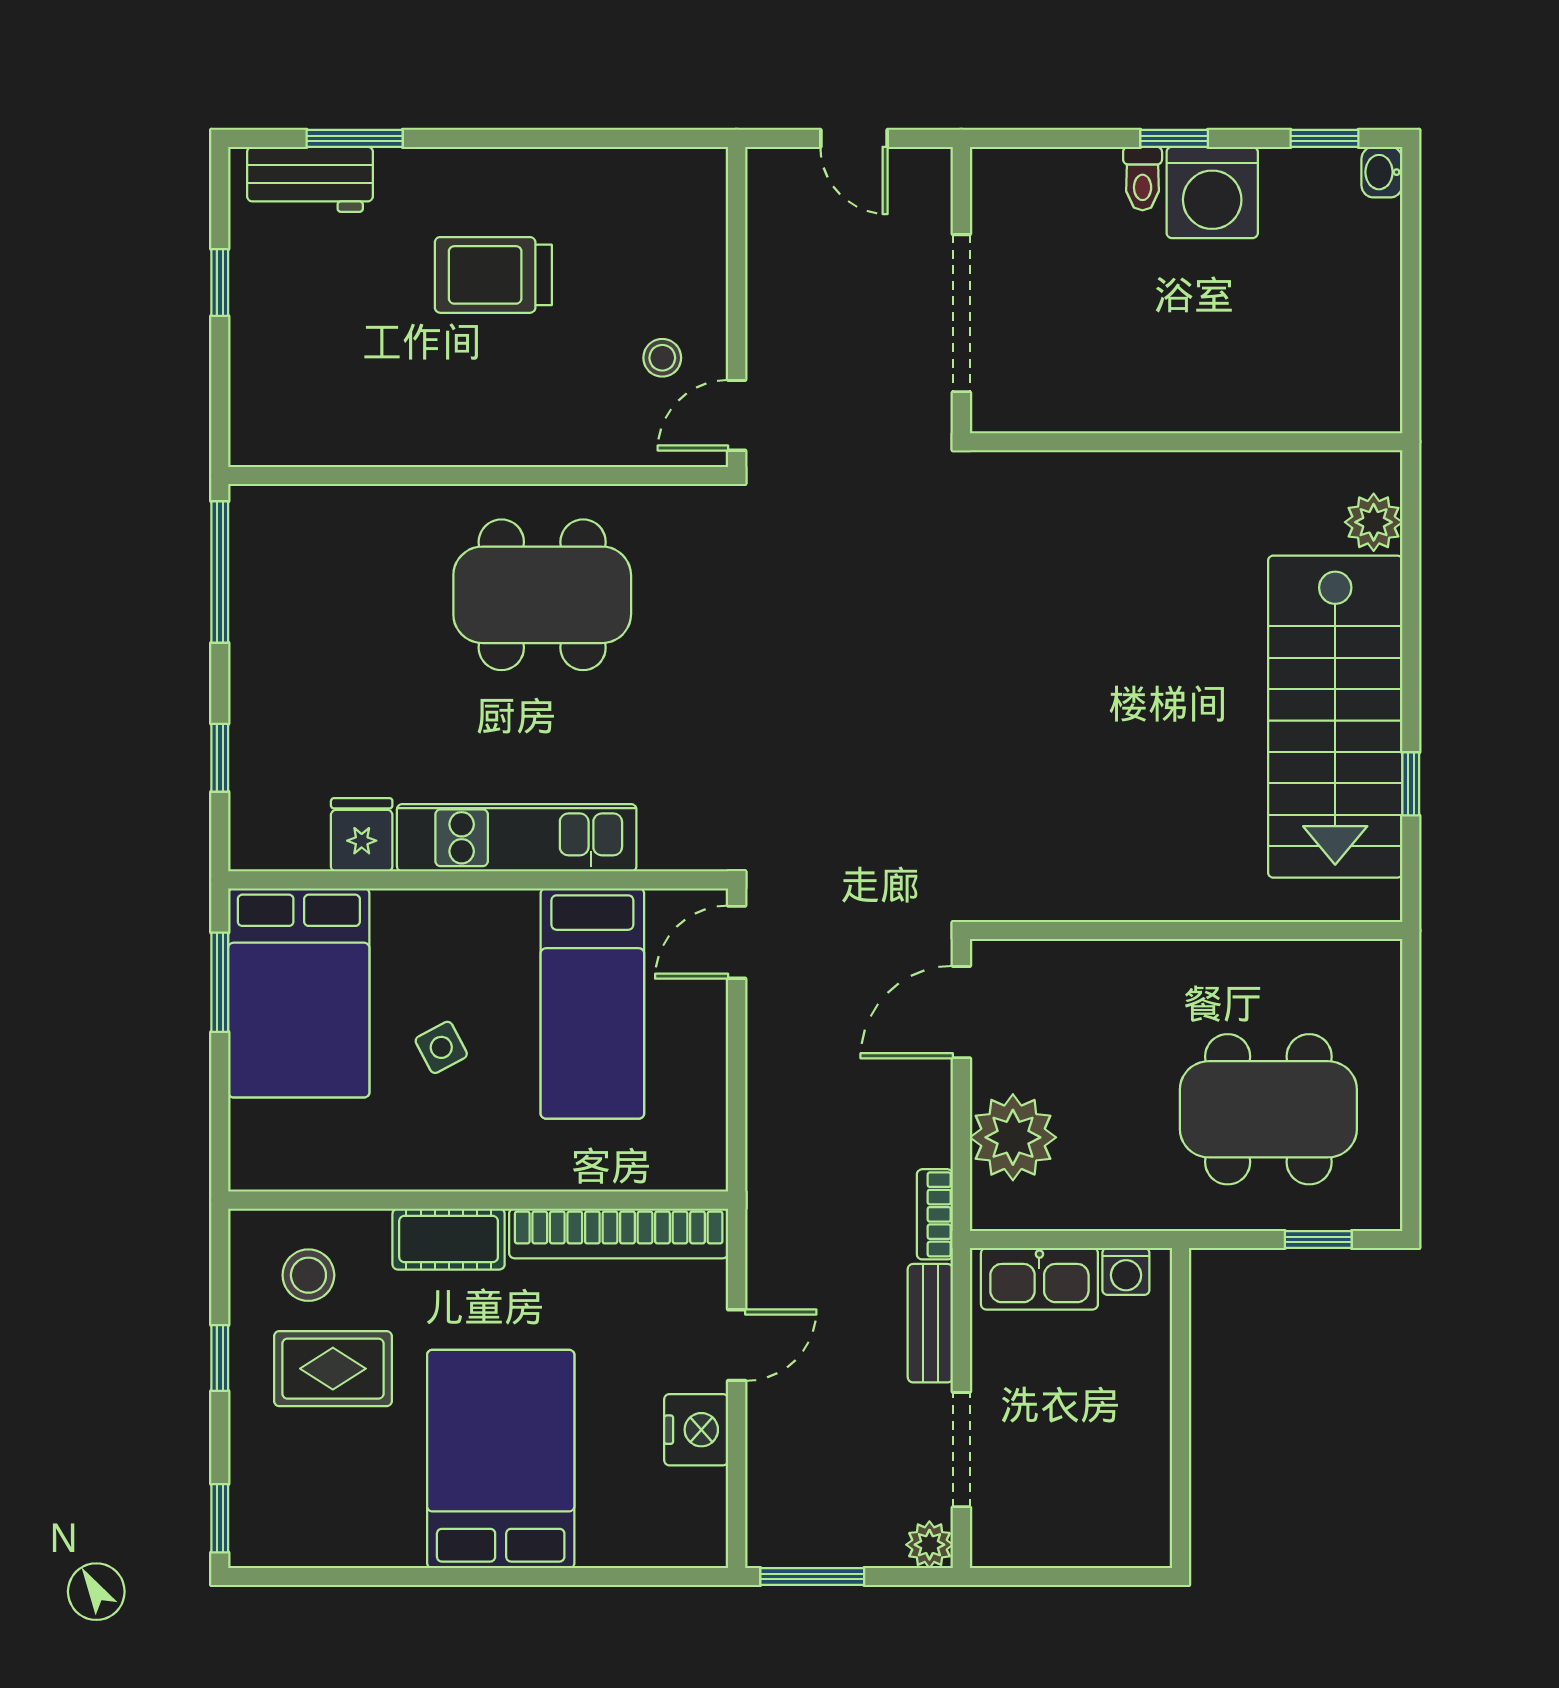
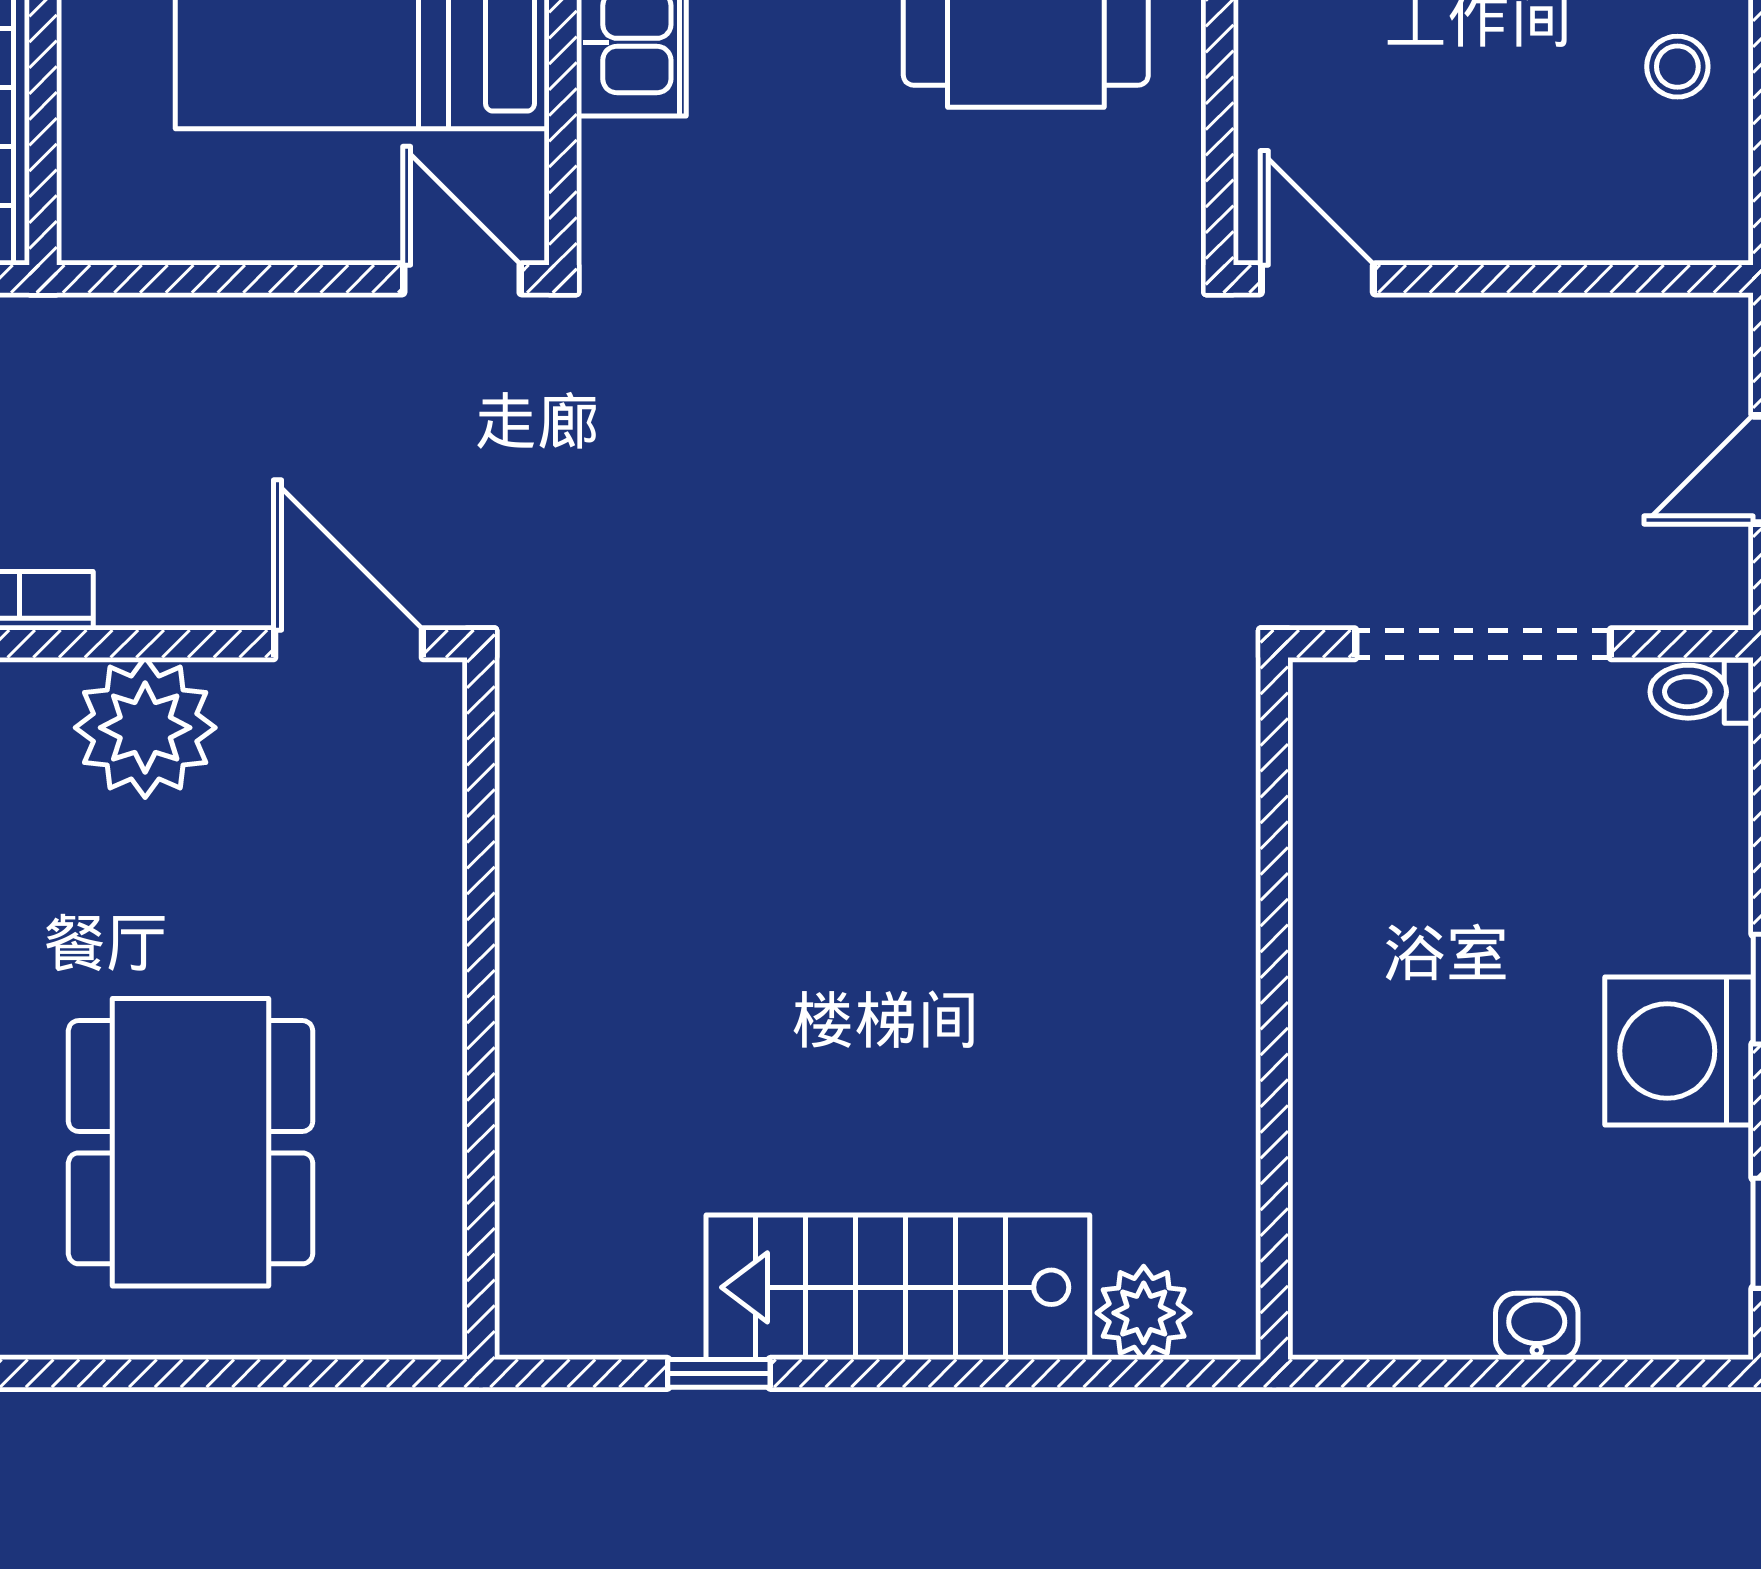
washbasin: (1382, 172) -> (1537, 1326), moved
toilet: (1143, 179) -> (1702, 692), moved
stool: (662, 358) -> (1677, 67), moved
stairs: (1335, 717) -> (898, 1287), width x0.73, depth x0.66

